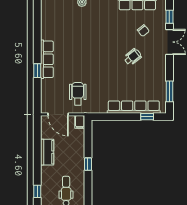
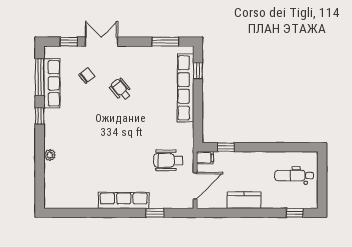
window: (37, 71) -> (155, 213), moved
window: (88, 164) -> (226, 147), moved

